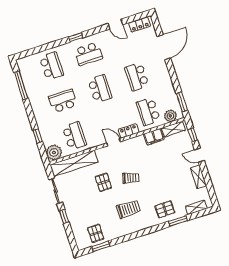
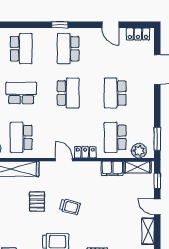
school desk: (88, 54) -> (68, 49), turned 90
school desk: (74, 136) -> (21, 137), turned 180

